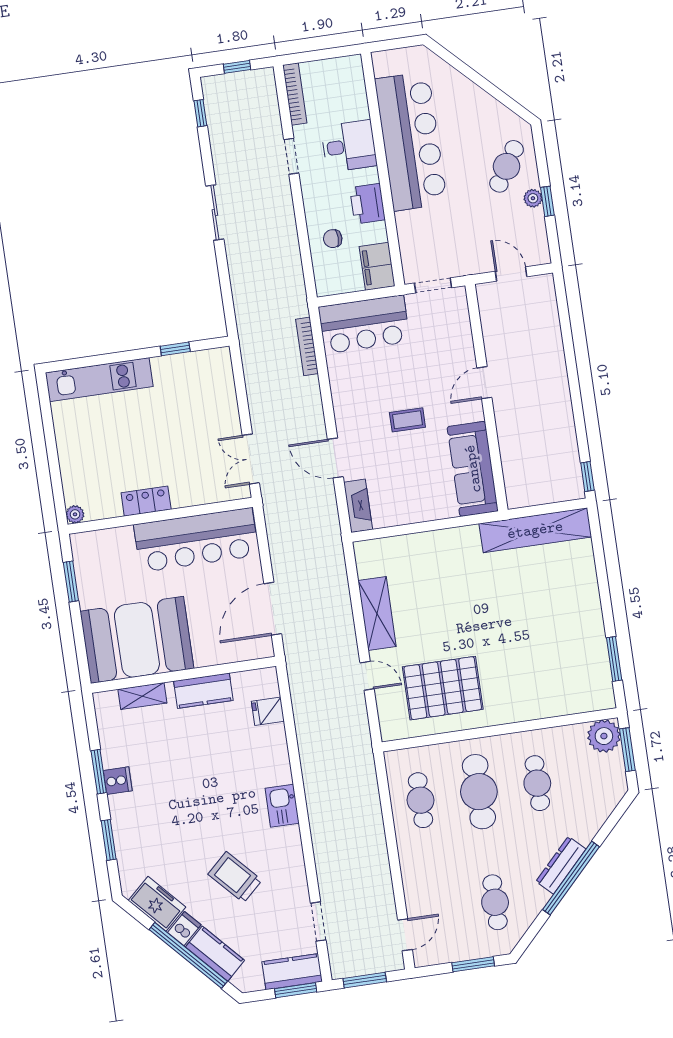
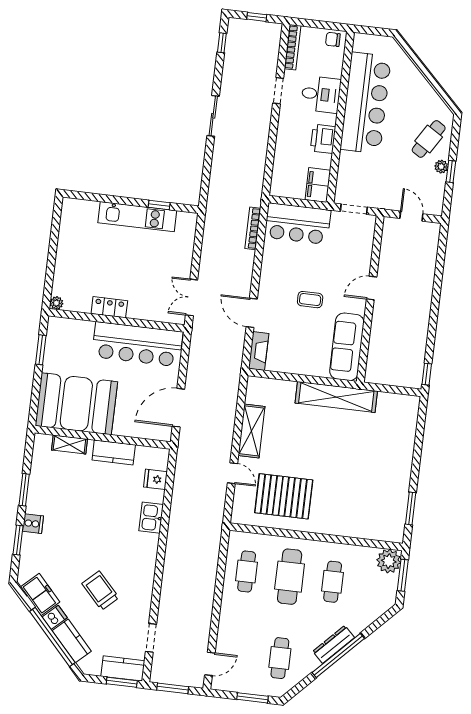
chair: (333, 239) -> (333, 39), moved
kitchen unit: (99, 380) -> (137, 217), moved
shelving: (535, 530) -> (336, 397), moved
cooker: (118, 781) -> (33, 524), moved
kitchen sink: (282, 806) -> (151, 518), moved

